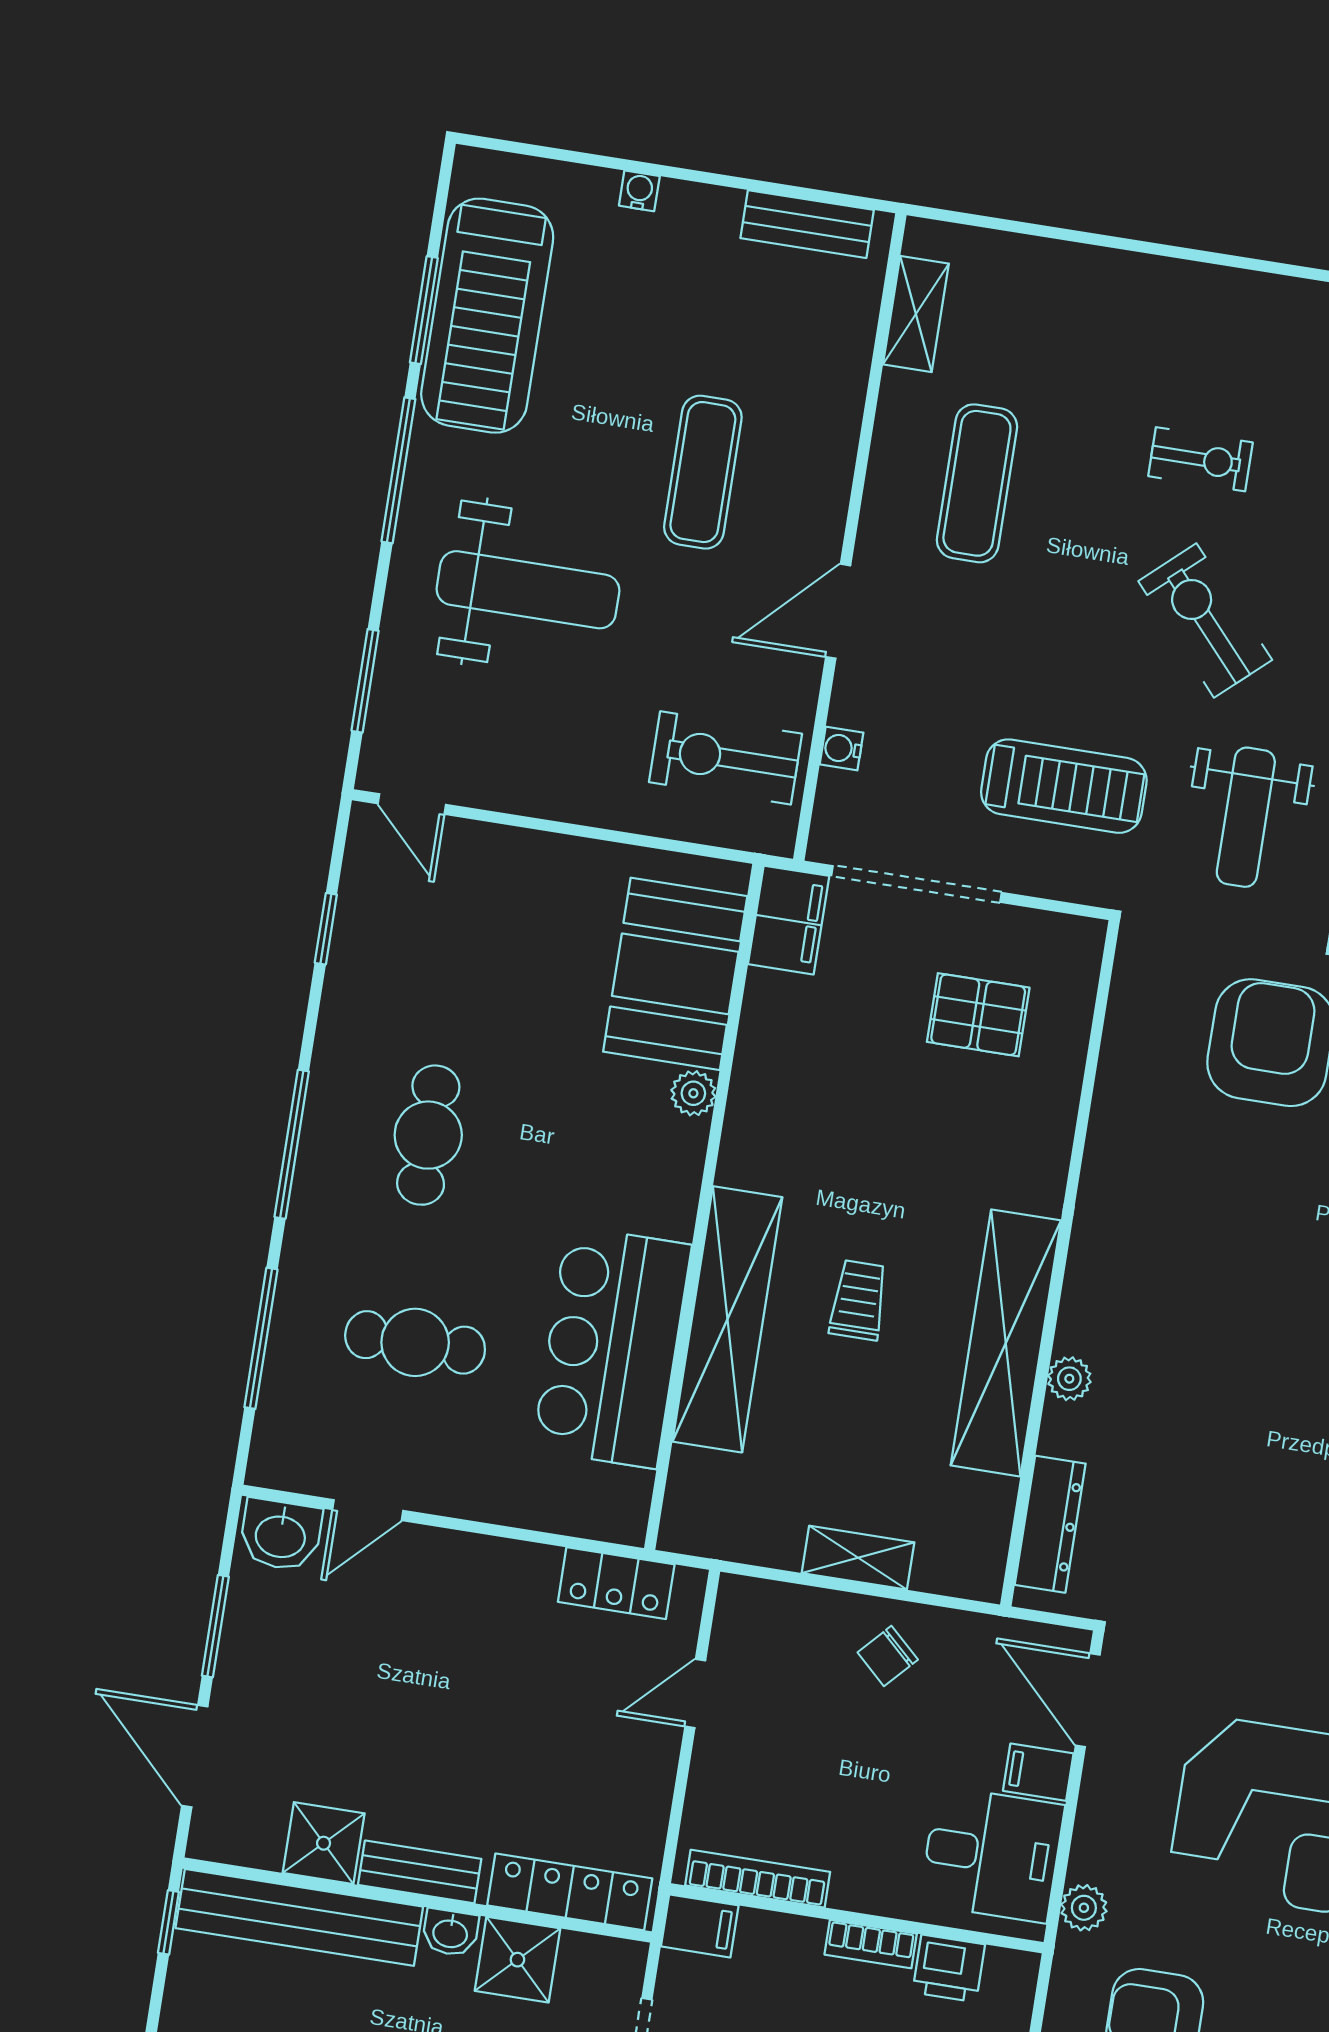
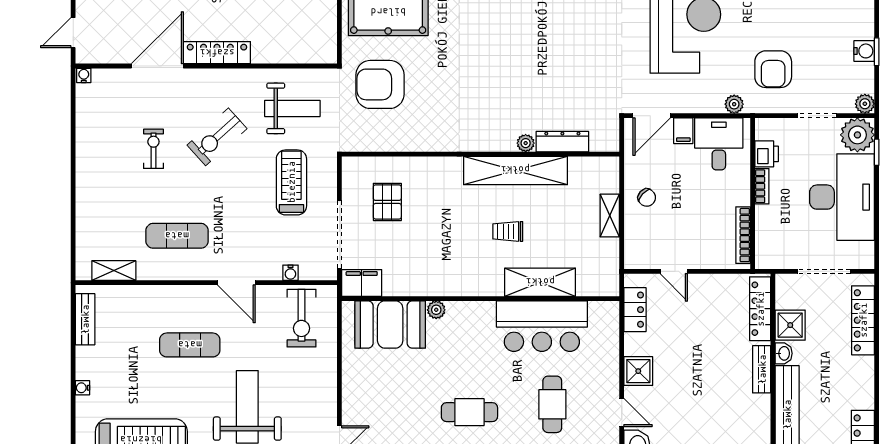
shelving: (727, 1319) -> (540, 282), width x0.68
dresser: (1050, 1524) -> (562, 142), moved
shower: (324, 1843) -> (638, 371), moved
filing cabinet: (700, 1926) -> (765, 255), removed

